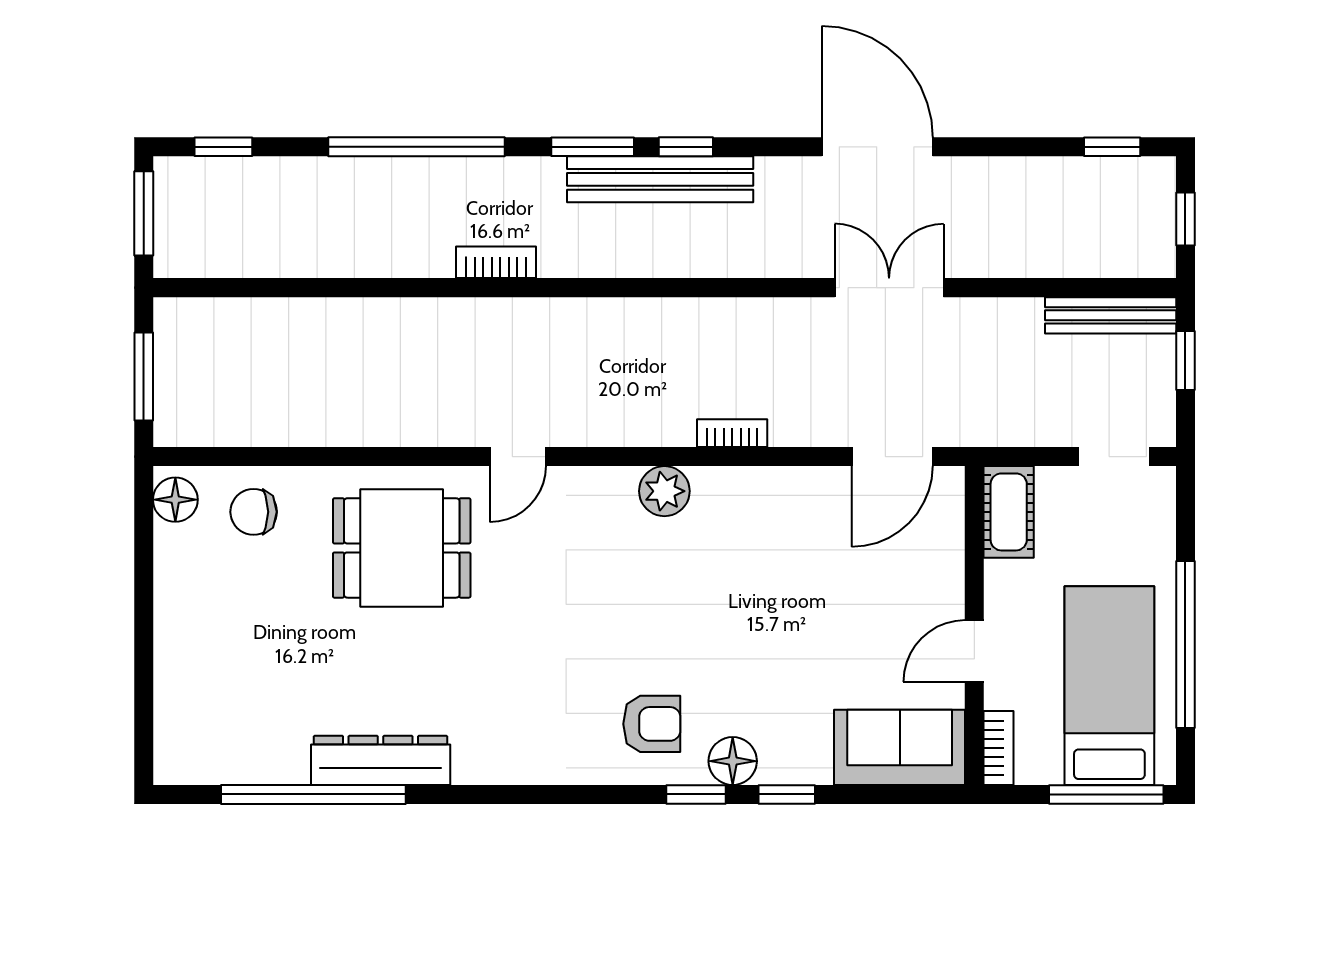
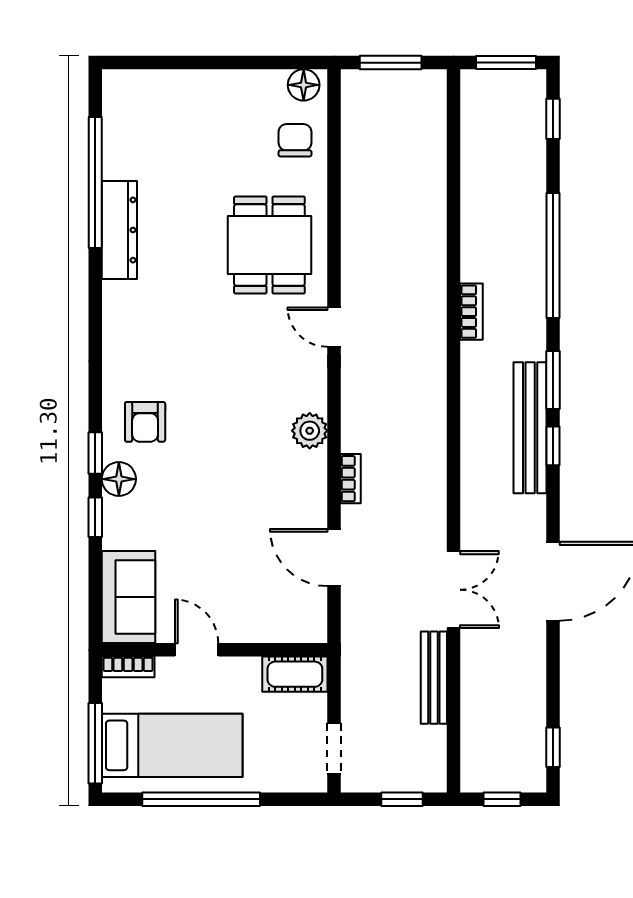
bench: (1111, 315) -> (434, 678), moved
door: (892, 457) -> (334, 558), moved

